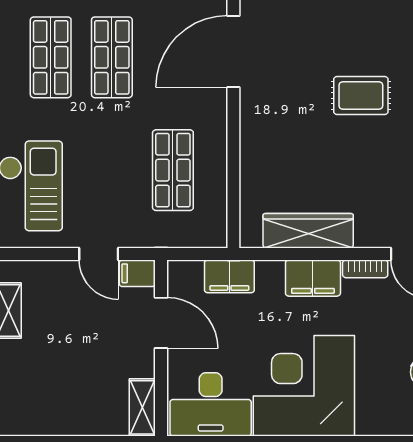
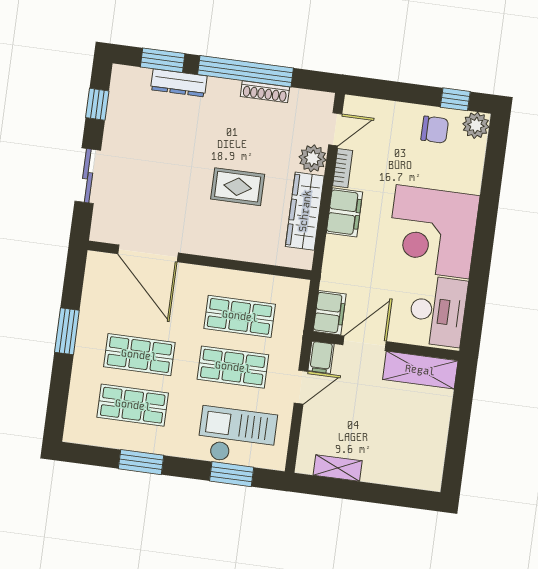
rug: (361, 96) -> (238, 187), moved, turned 90
shop shelf: (112, 170) -> (233, 367), added
plant: (372, 232) -> (313, 158), added
filing cabinet: (229, 276) -> (330, 313), moved
shelving: (142, 407) -> (420, 370), width x1.50, depth x1.33

